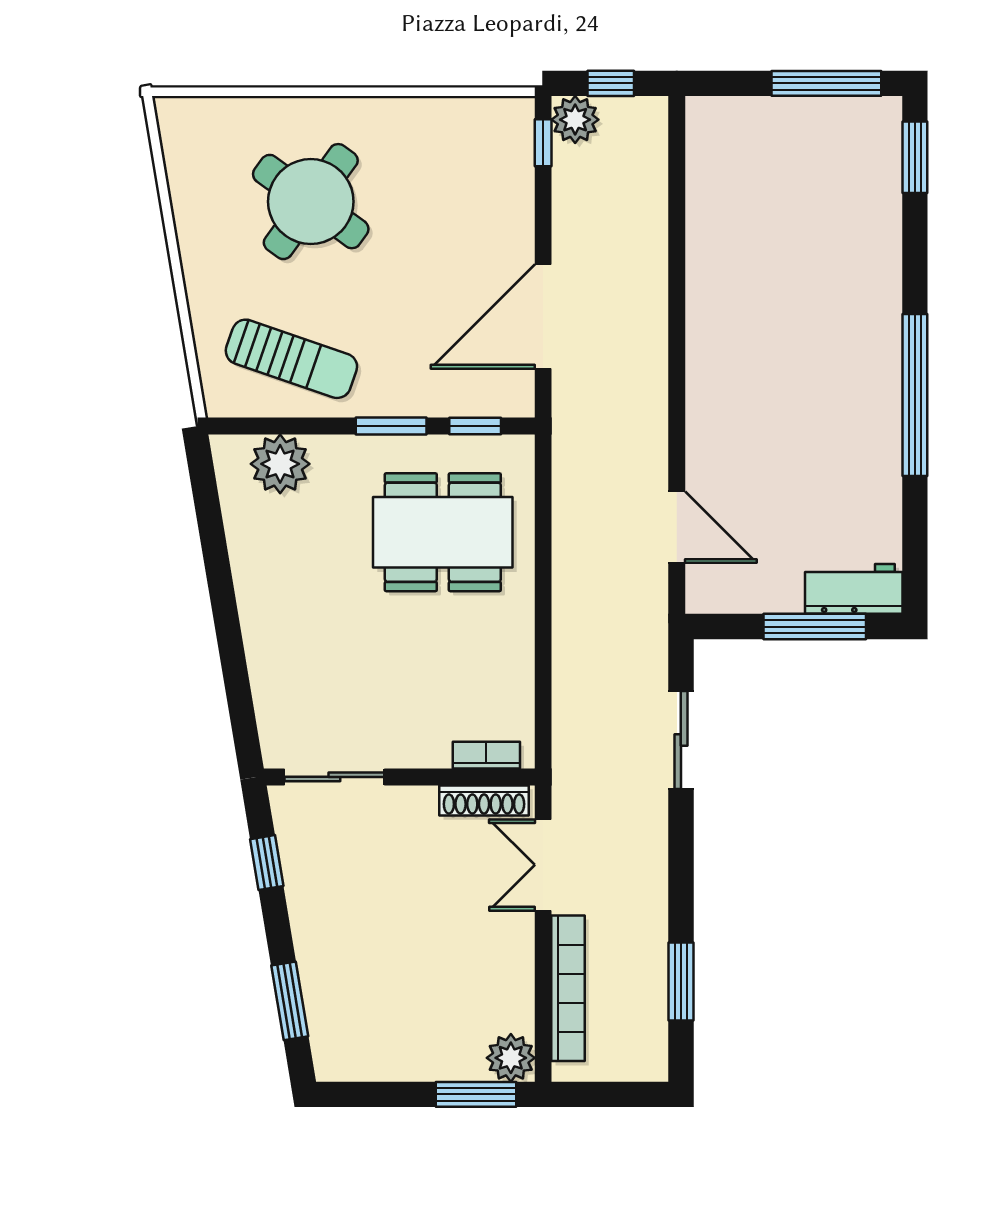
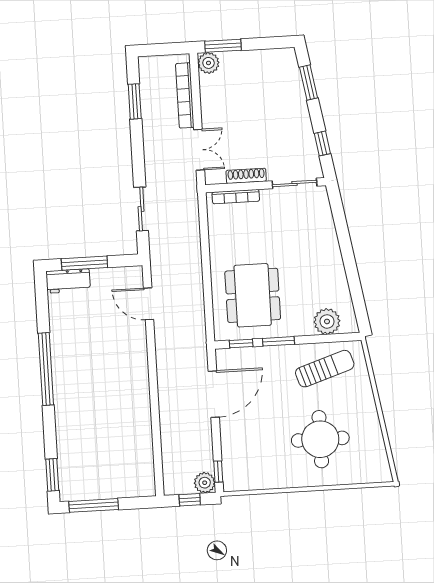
round table: (311, 202) -> (320, 439), turned -36
sun lounger: (291, 359) -> (325, 369), turned 143
dining table: (443, 532) -> (253, 295), turned 90
bookcase: (486, 755) -> (236, 197), width x1.56
shoe rack: (484, 800) -> (246, 176), moved

